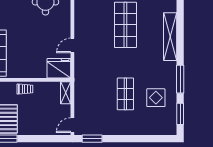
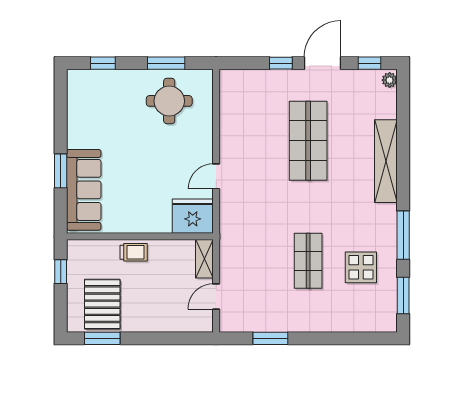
door: (72, 125) -> (216, 296), moved
window: (92, 139) -> (270, 338), moved

